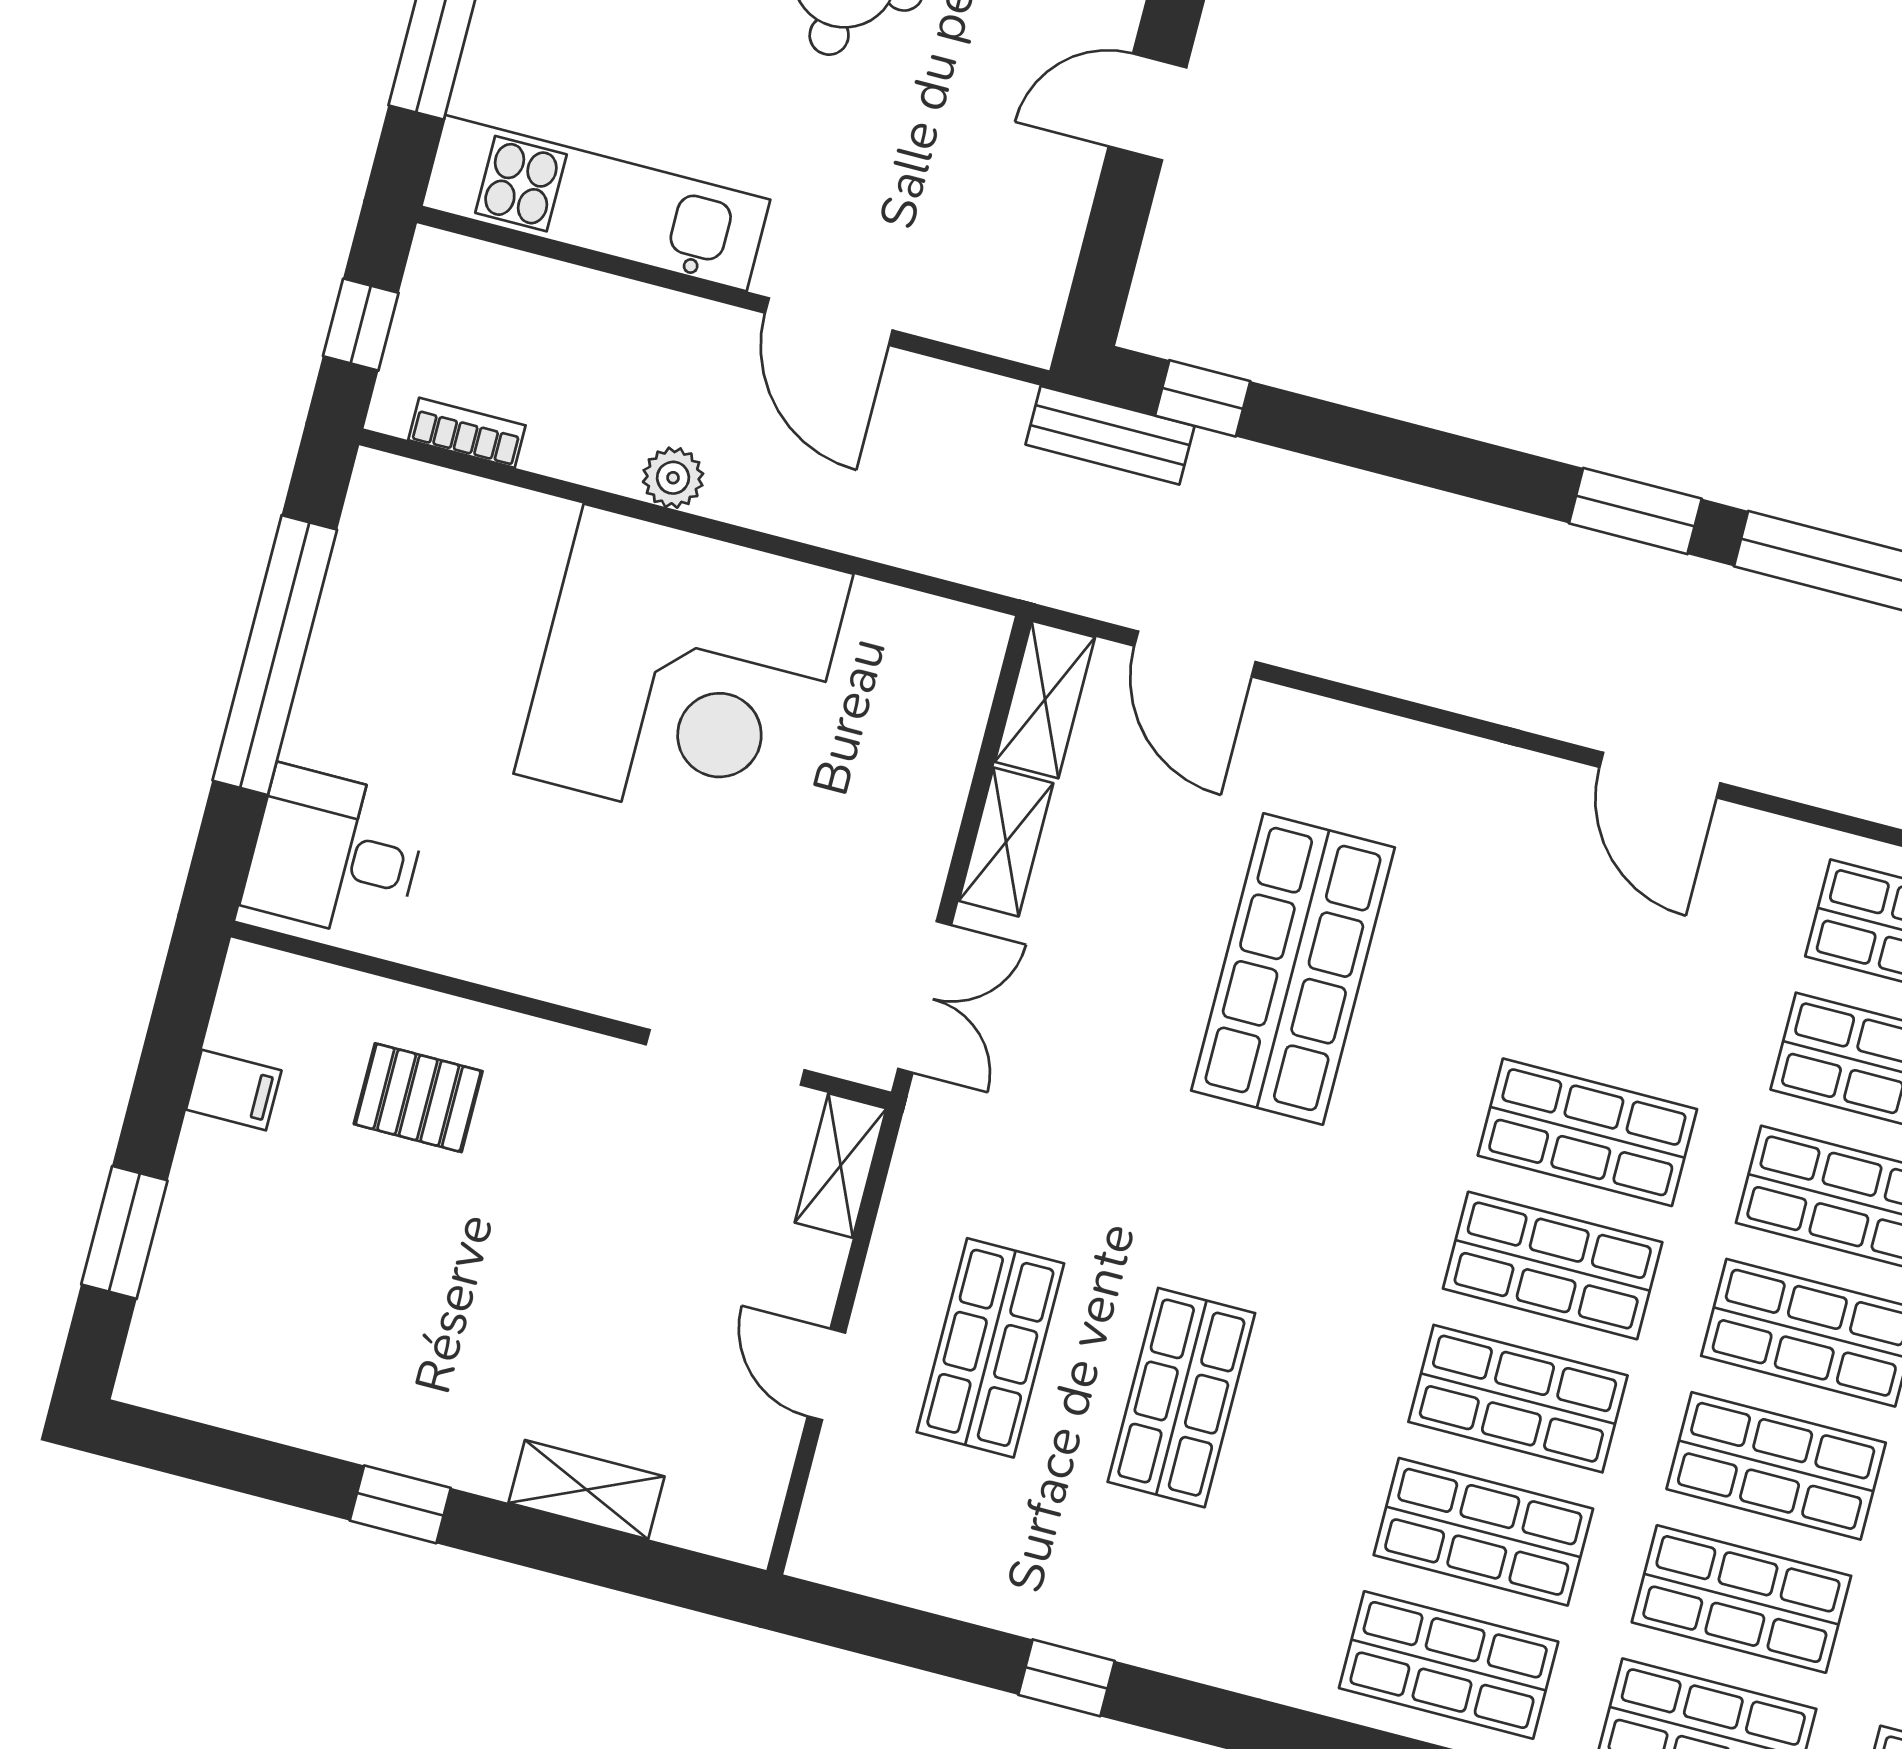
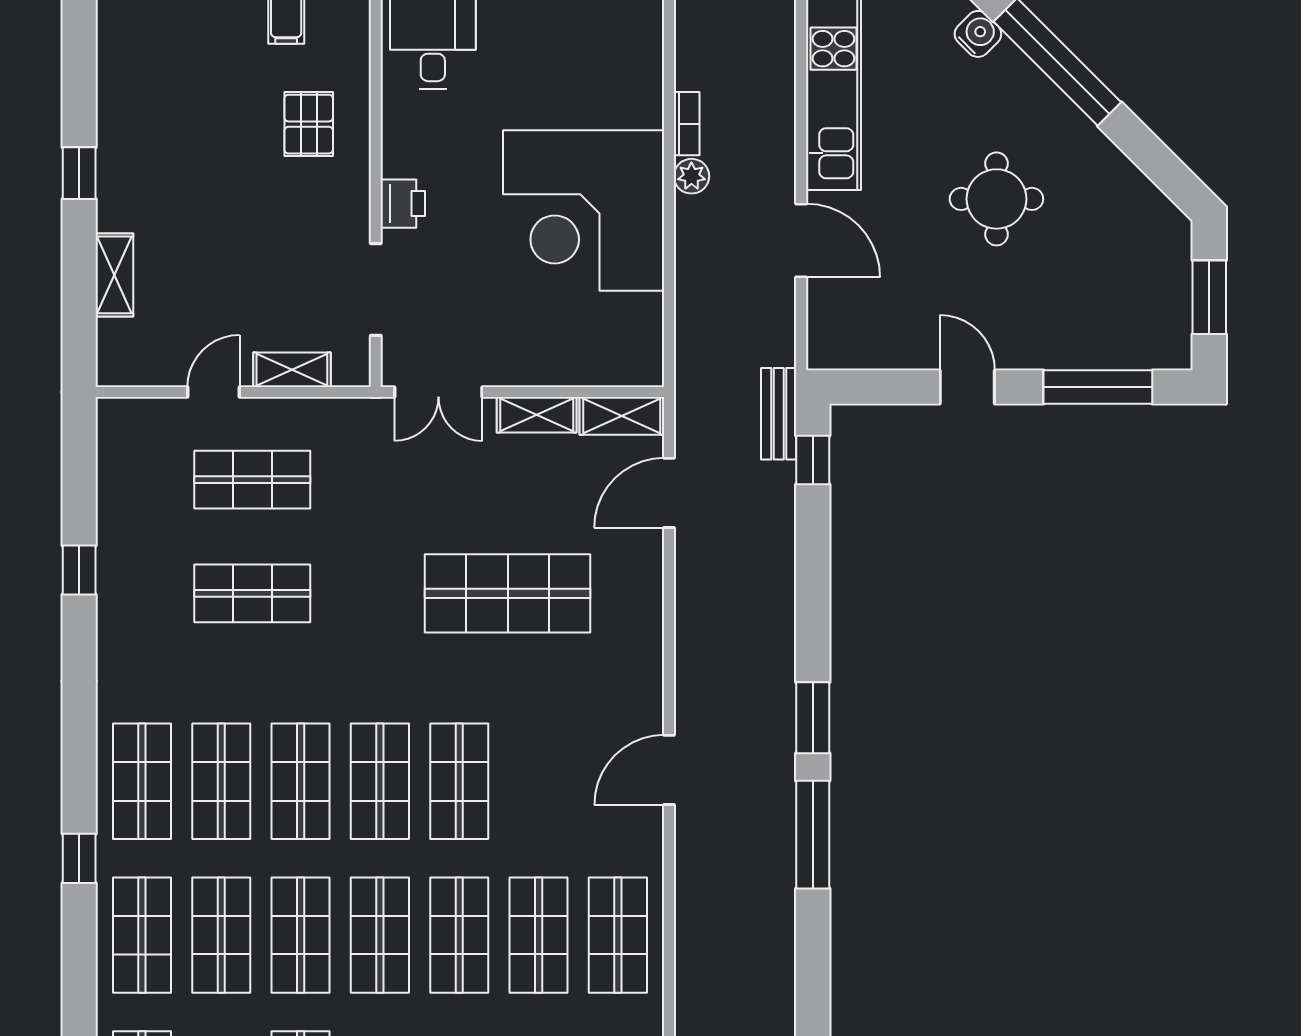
door: (829, 322) -> (801, 240), swing flipped
bookcase: (467, 433) -> (687, 124), moved
printer: (593, 974) -> (403, 204), added
shelving: (841, 1165) -> (292, 370), moved

